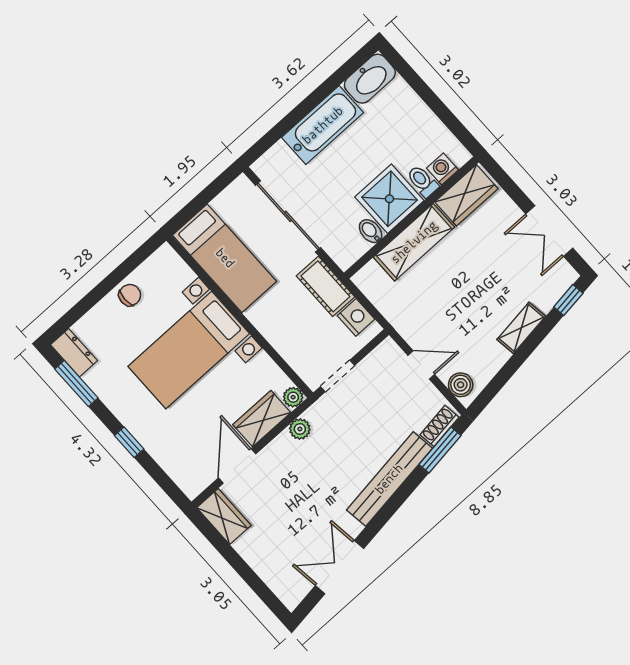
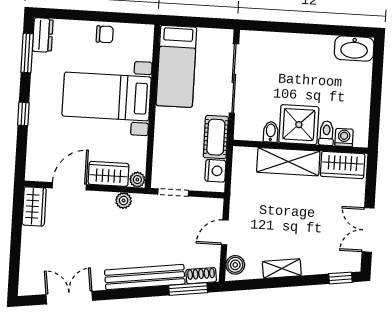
bathtub: (323, 125) -> (303, 48), removed
shelving: (521, 328) -> (282, 269), moved
door: (421, 365) -> (225, 232), swing flipped

